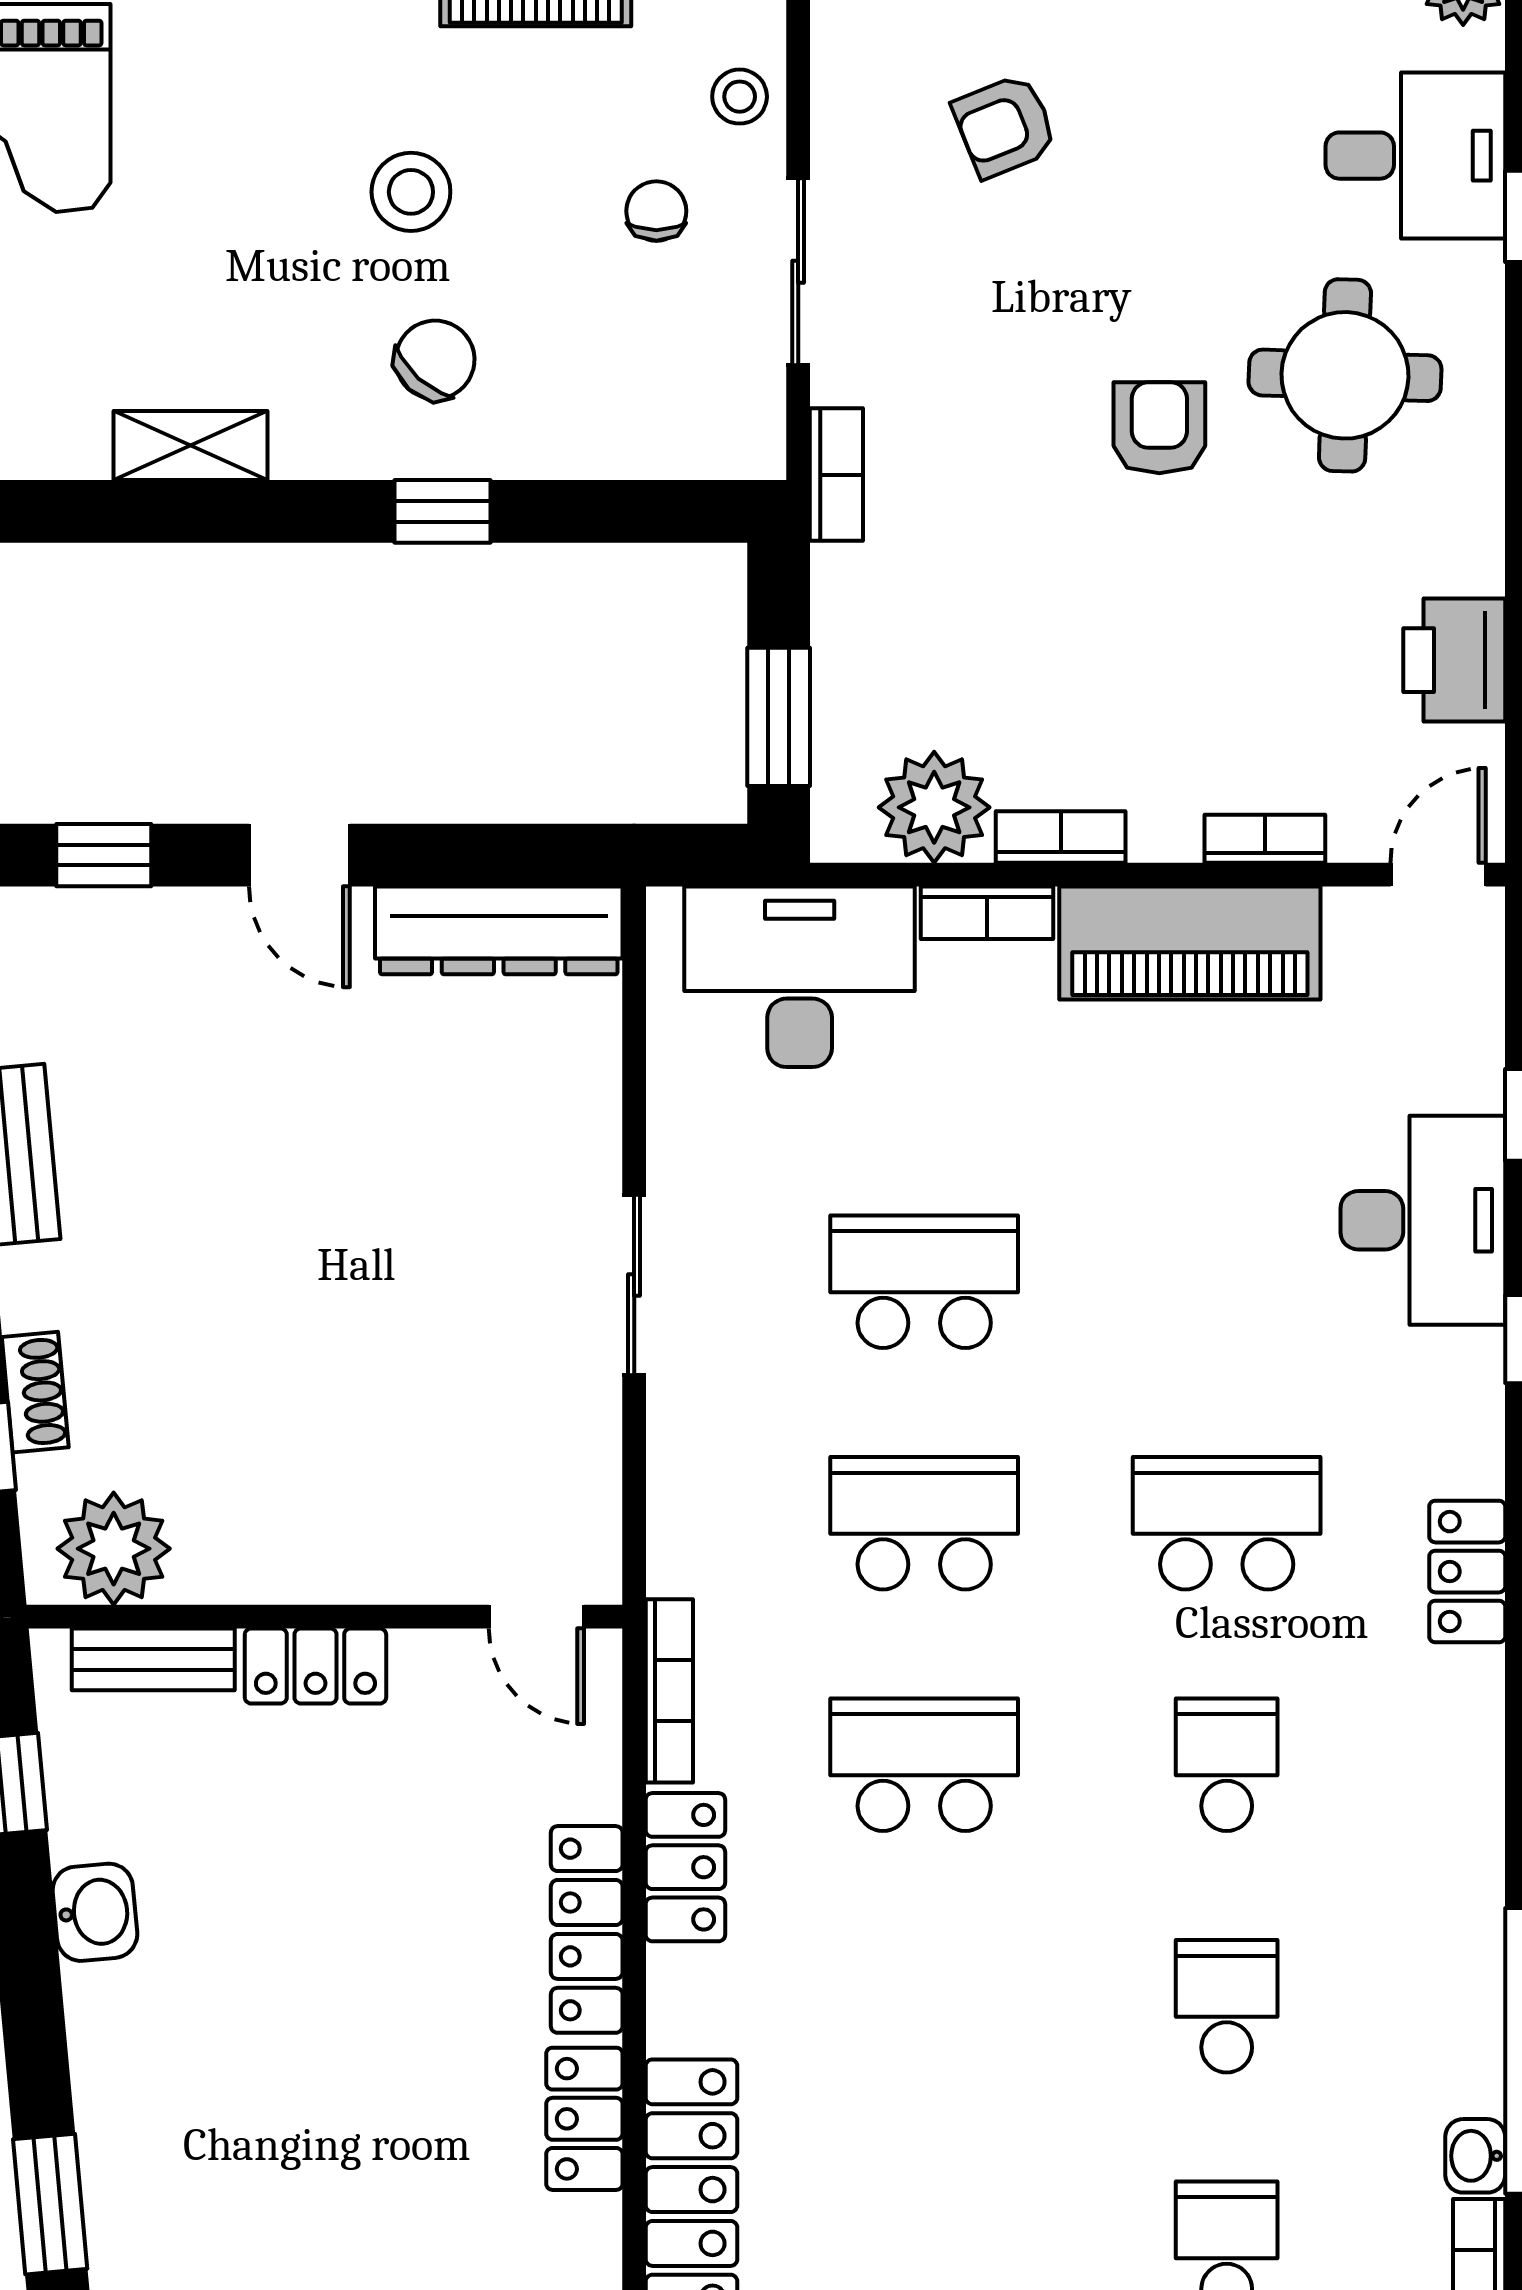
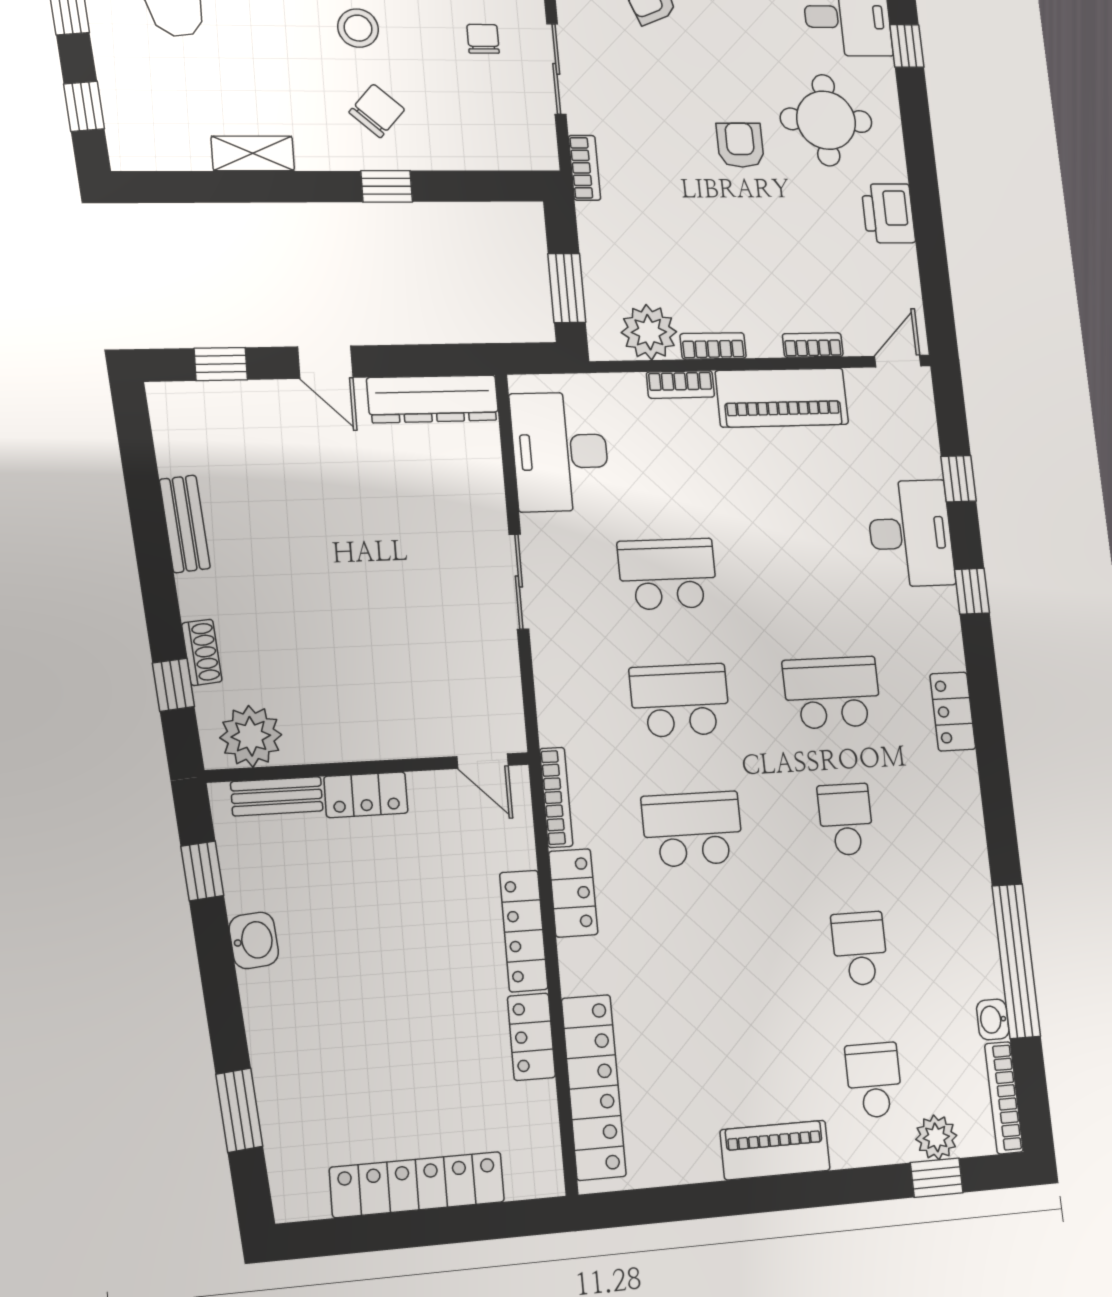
printer: (1454, 660) -> (888, 213), moved
desk: (800, 977) -> (560, 452), moved, turned -90

